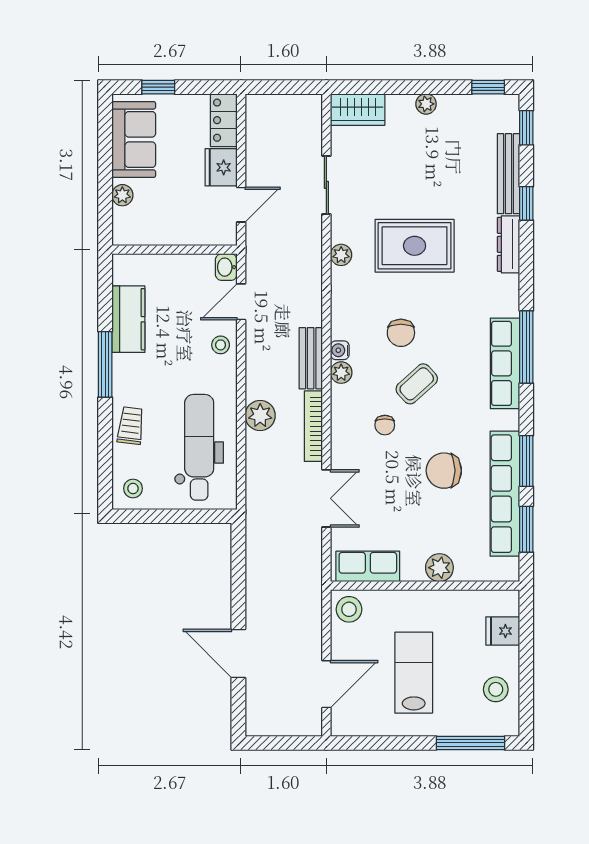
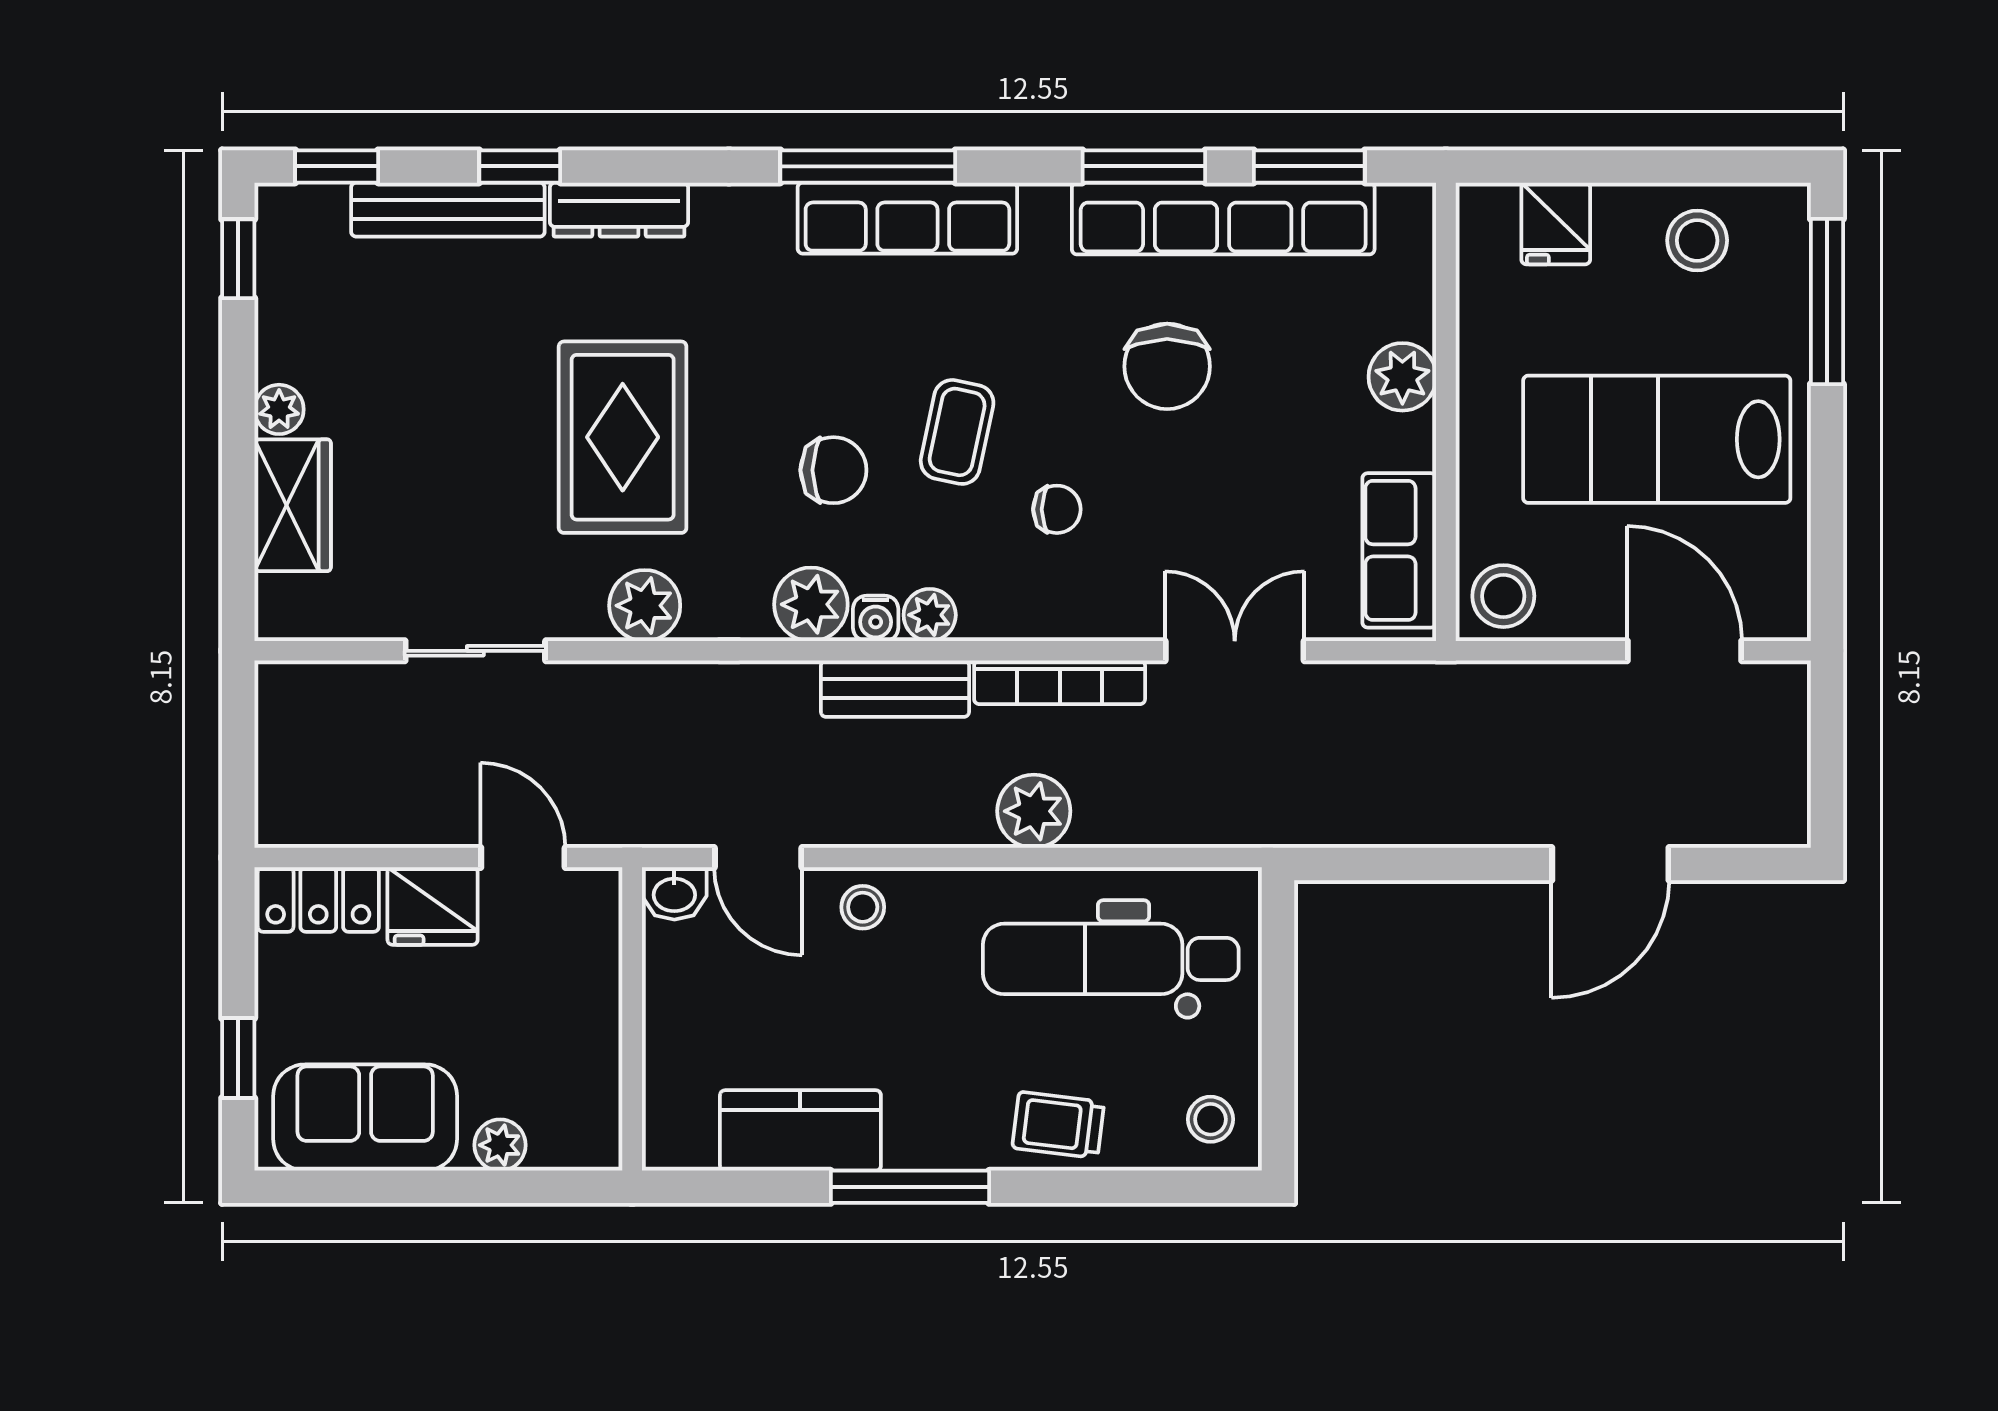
wardrobe: (358, 110) -> (293, 505), moved
plant: (341, 255) -> (645, 606), width x1.38, depth x1.38
plant: (346, 324) -> (811, 604), added
coffee table: (417, 384) -> (957, 432), turned 54
lab bench: (414, 673) -> (1657, 439), width x1.36, depth x1.39

